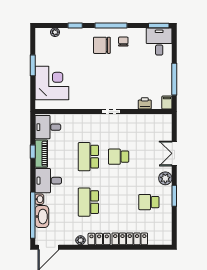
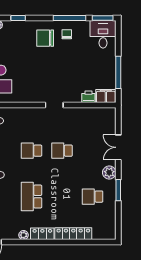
window: (111, 25) -> (69, 18), moved
filing cabinet: (167, 103) -> (106, 96), width x2.00
school desk: (88, 157) -> (31, 151), width x0.54

